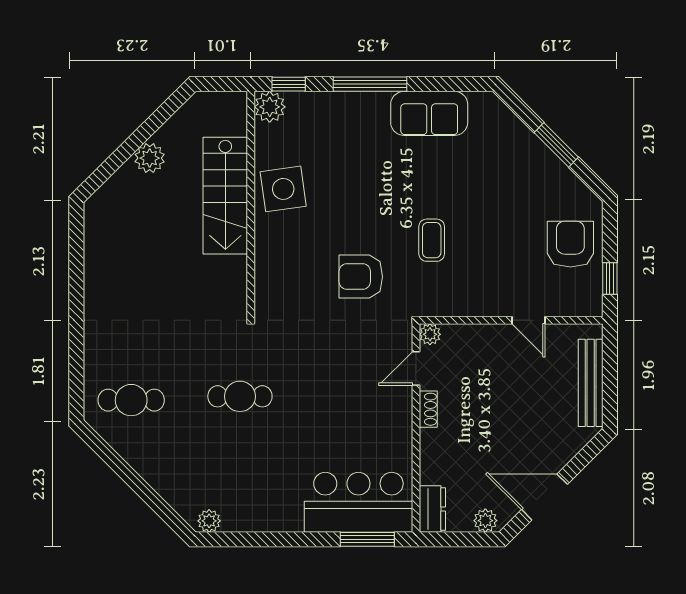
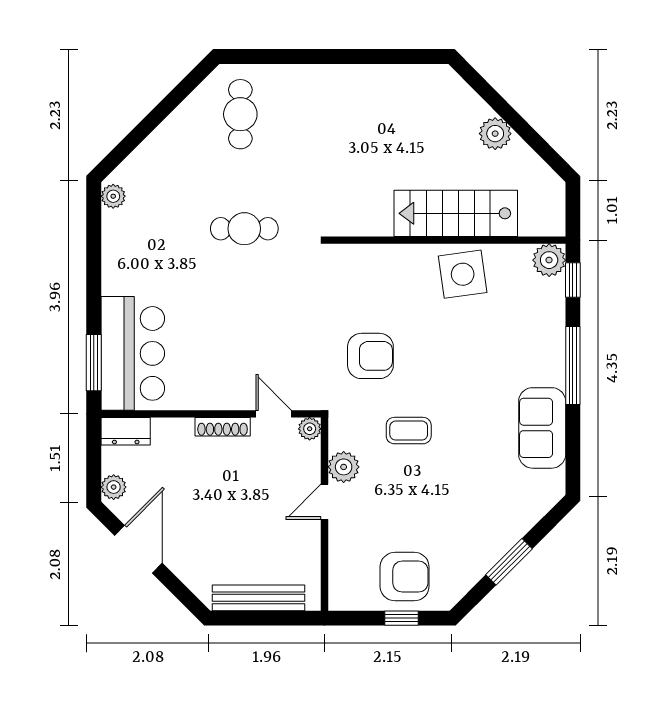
armchair: (361, 277) -> (370, 356), turned 90
window: (610, 278) -> (401, 618), moved
plant: (466, 302) -> (344, 467), added
door: (529, 320) -> (324, 502), moved
cafe table: (240, 396) -> (244, 229), turned 90
shoe rack: (428, 409) -> (223, 427), width x1.43

